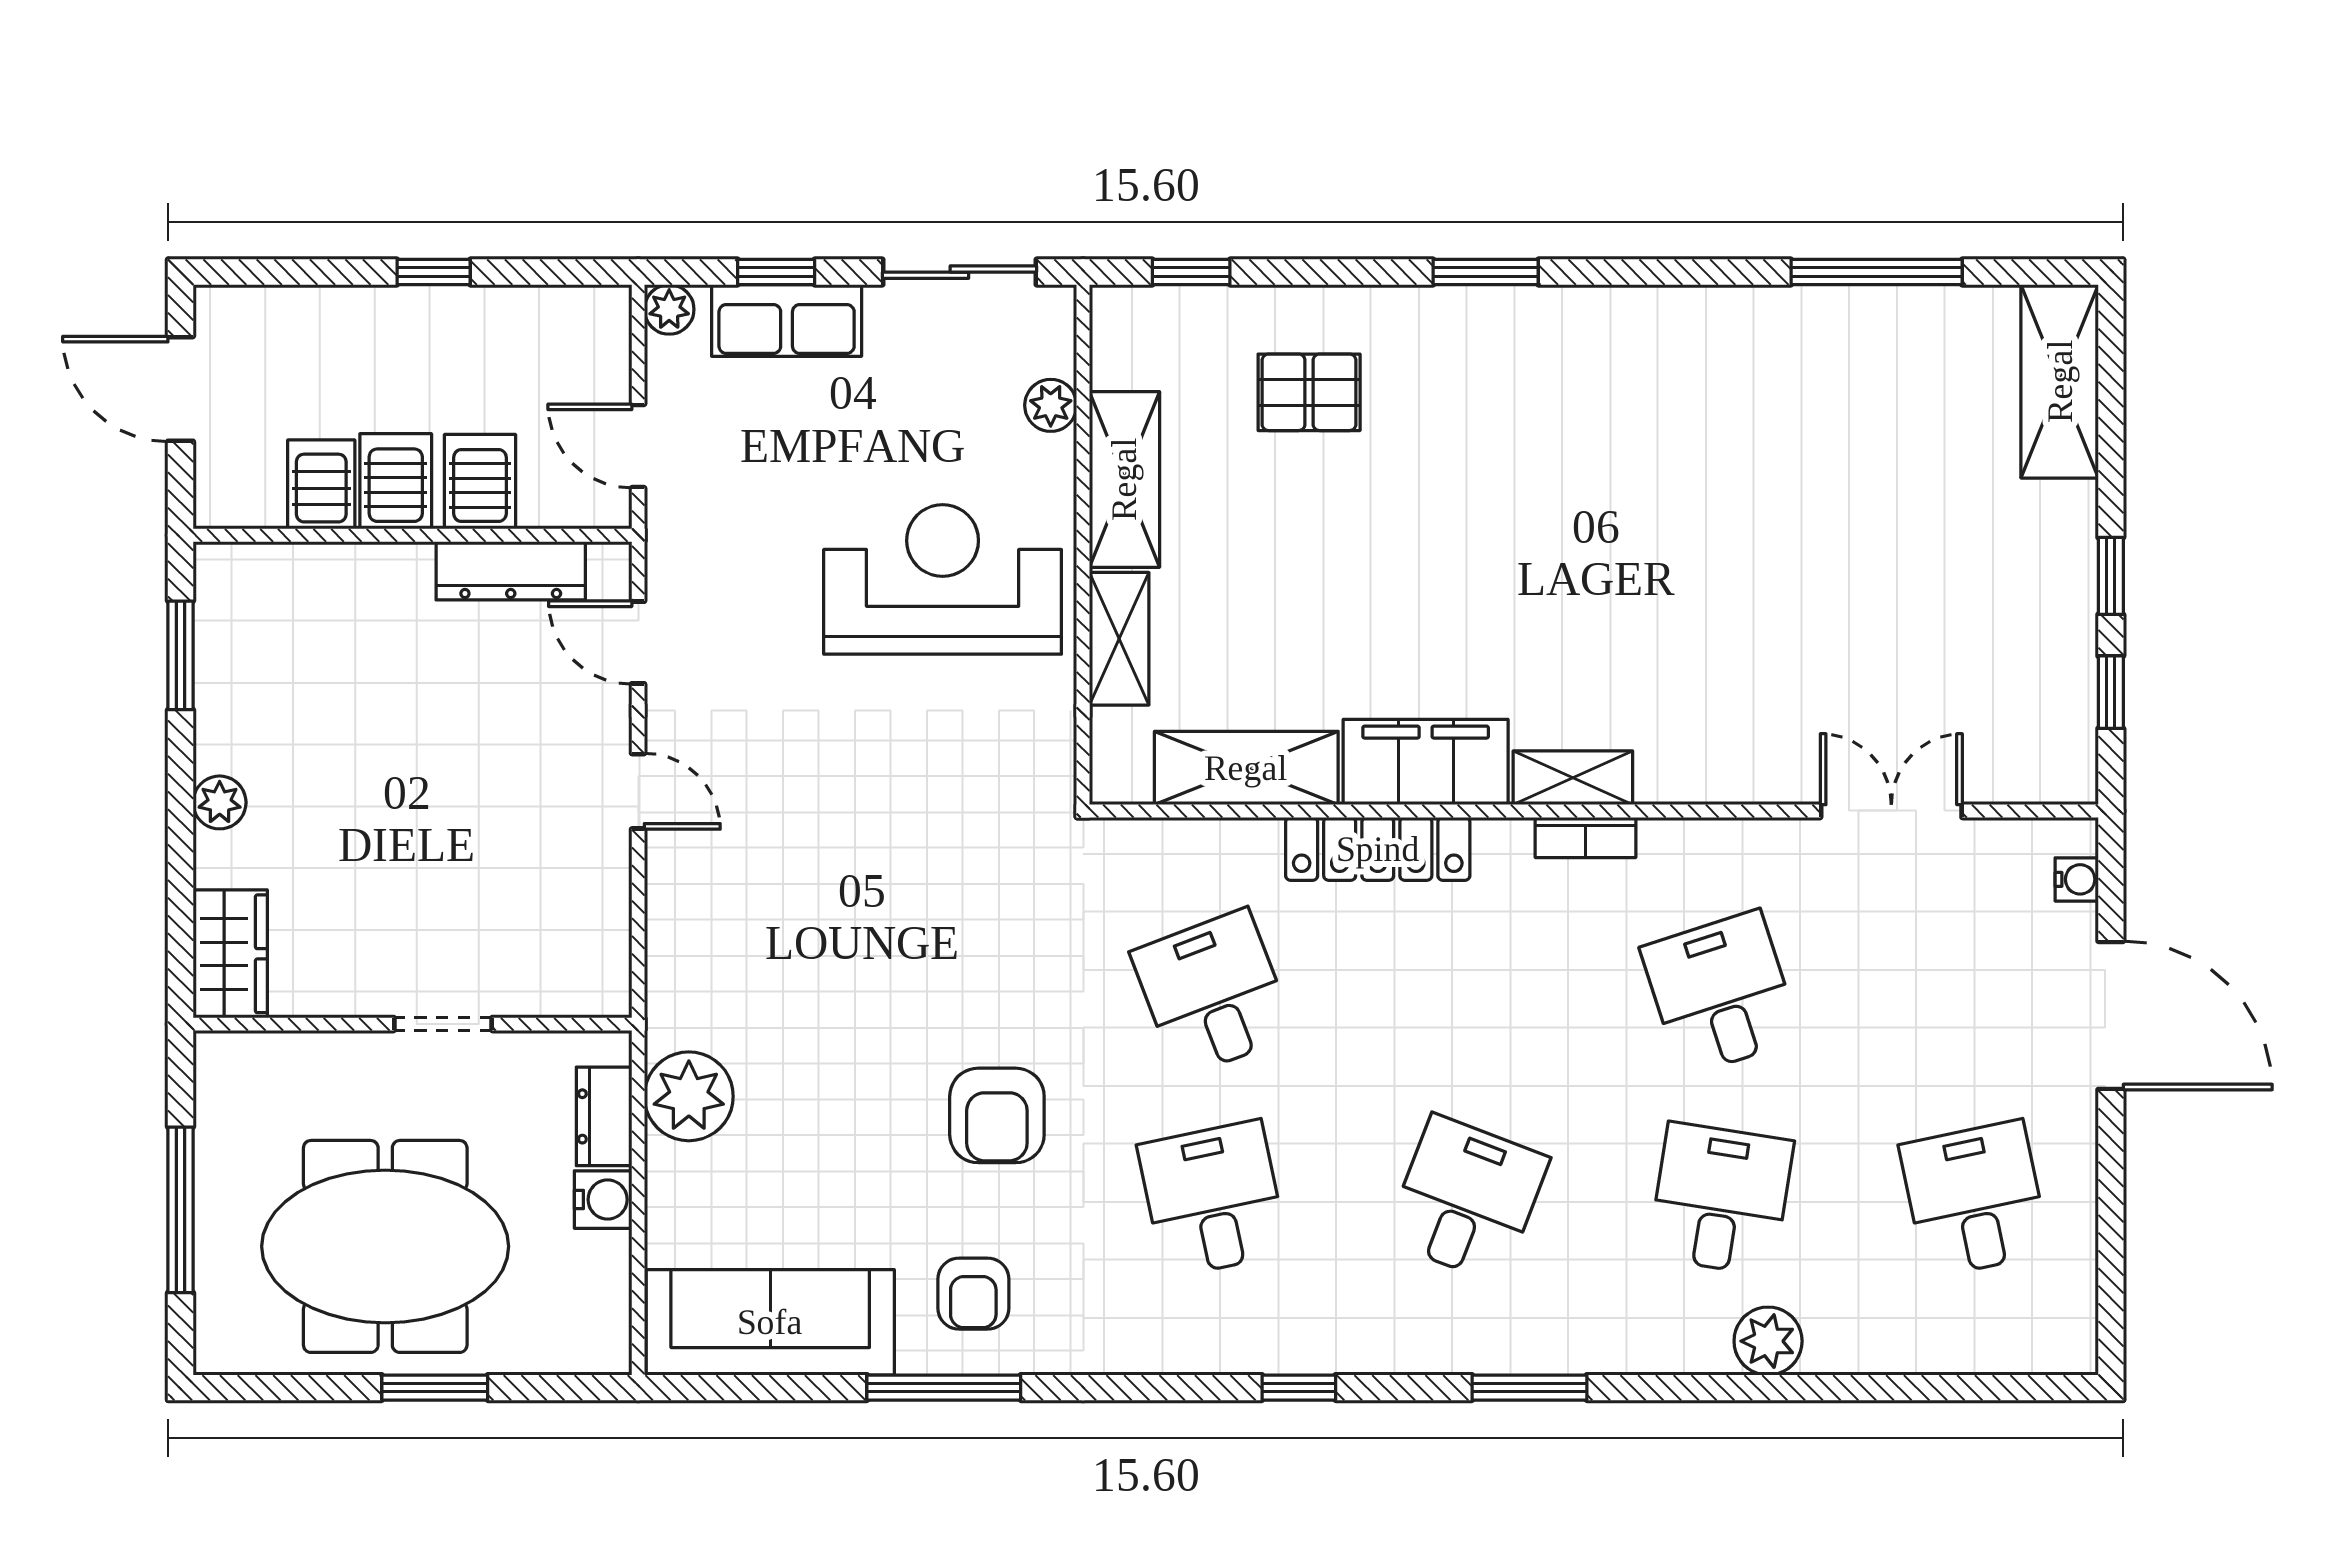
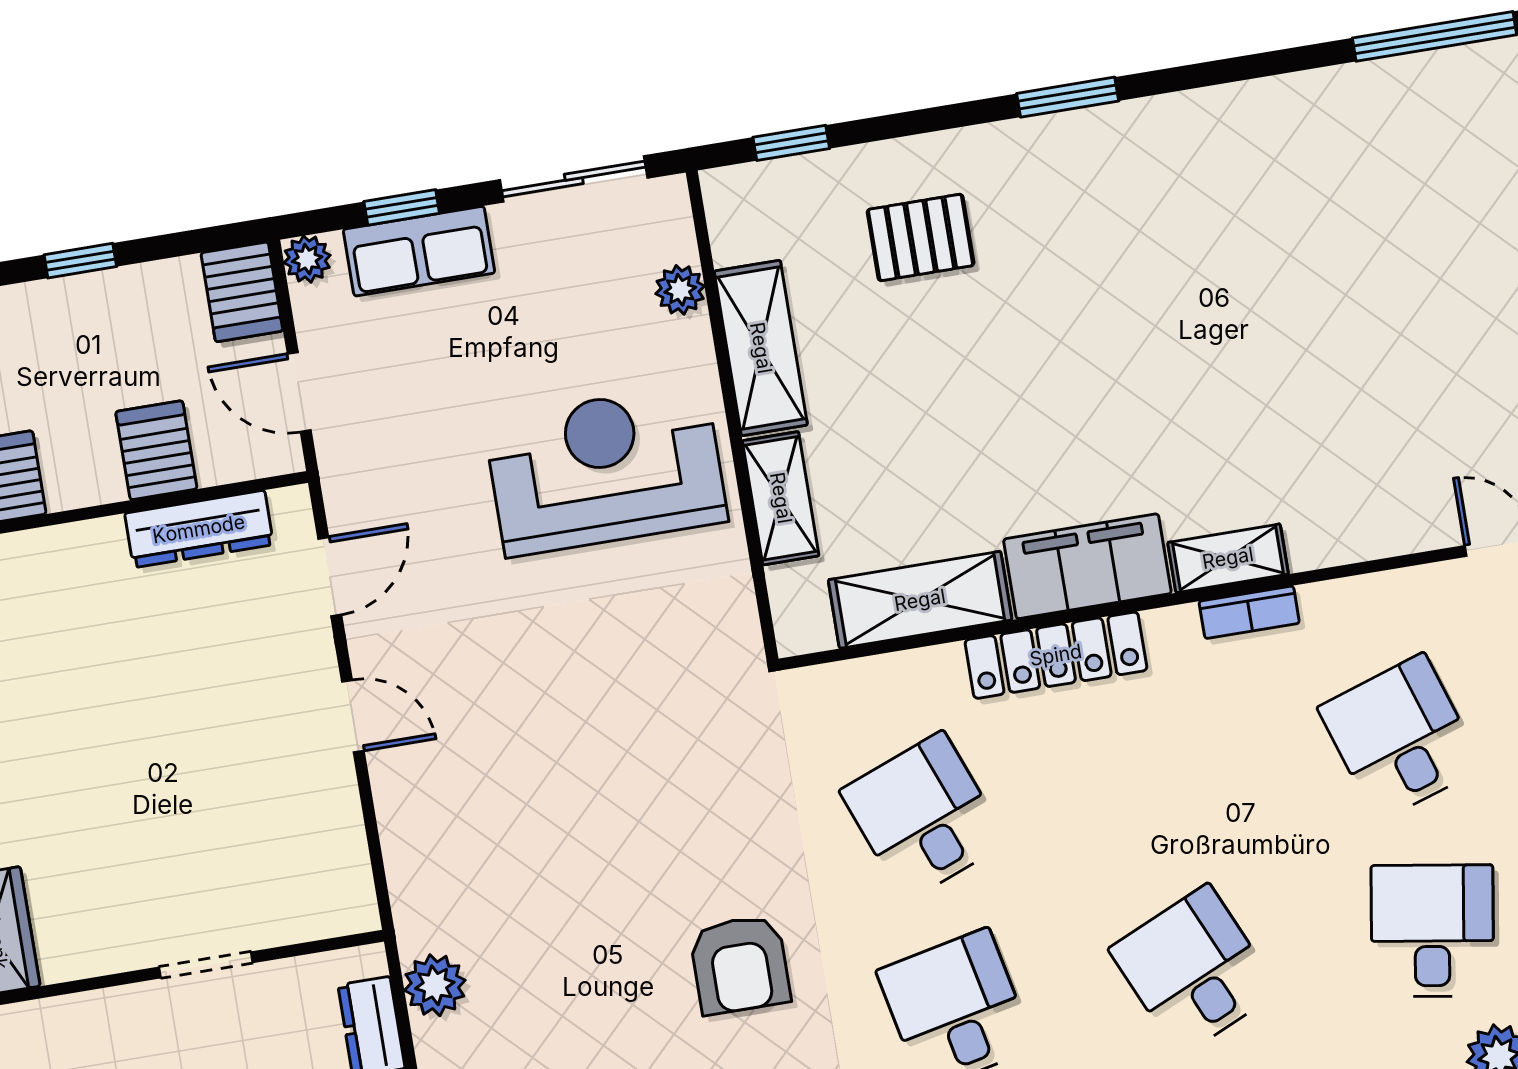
server rack: (396, 481) -> (242, 292), moved, turned 180
door: (638, 643) -> (330, 577), swing flipped
plant: (689, 1096) -> (435, 985), width x0.73, depth x0.73
desk: (1467, 1199) -> (1194, 970), turned -45

